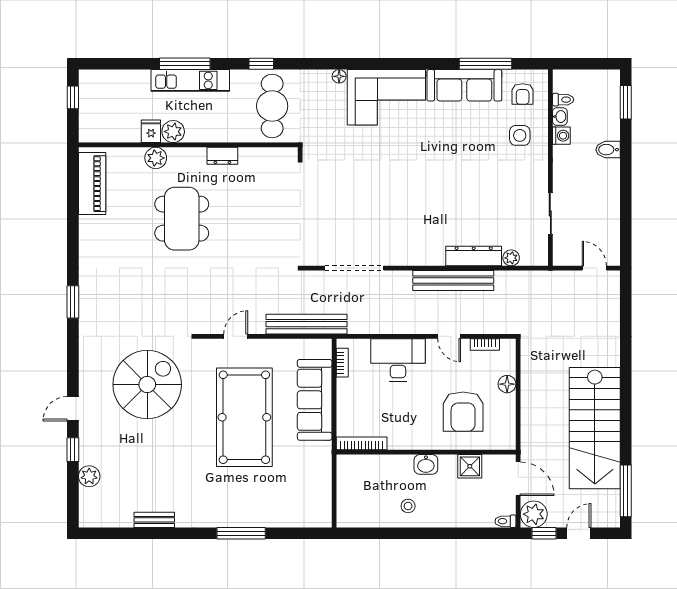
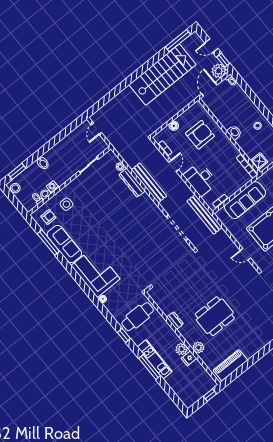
stool: (604, 80) -> (15, 188), added
window: (73, 97) -> (210, 395), moved
bench: (307, 324) -> (205, 214), moved
shower: (470, 466) -> (259, 161), moved

